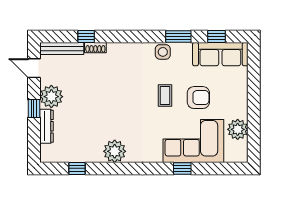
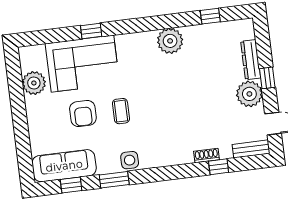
bench: (62, 48) -> (251, 149), width x0.73
armchair: (198, 98) -> (83, 113), turned -90

